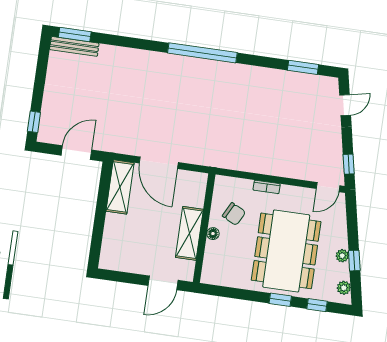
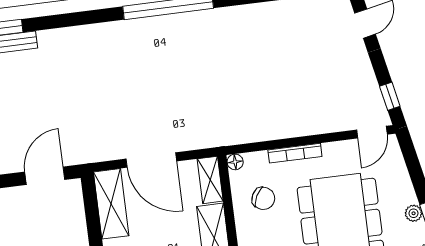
bookcase: (267, 187) -> (295, 153), width x1.56
shelving: (198, 189) -> (210, 180), added
floor lamp: (213, 234) -> (235, 162), moved

